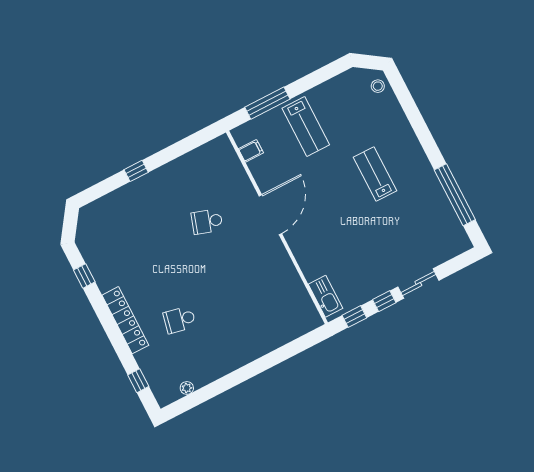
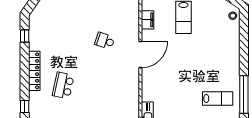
filing cabinet: (251, 151) -> (148, 20), width x2.00
lab bench: (375, 174) -> (218, 98), moved, turned 90
school desk: (180, 320) -> (63, 85), width x1.85

